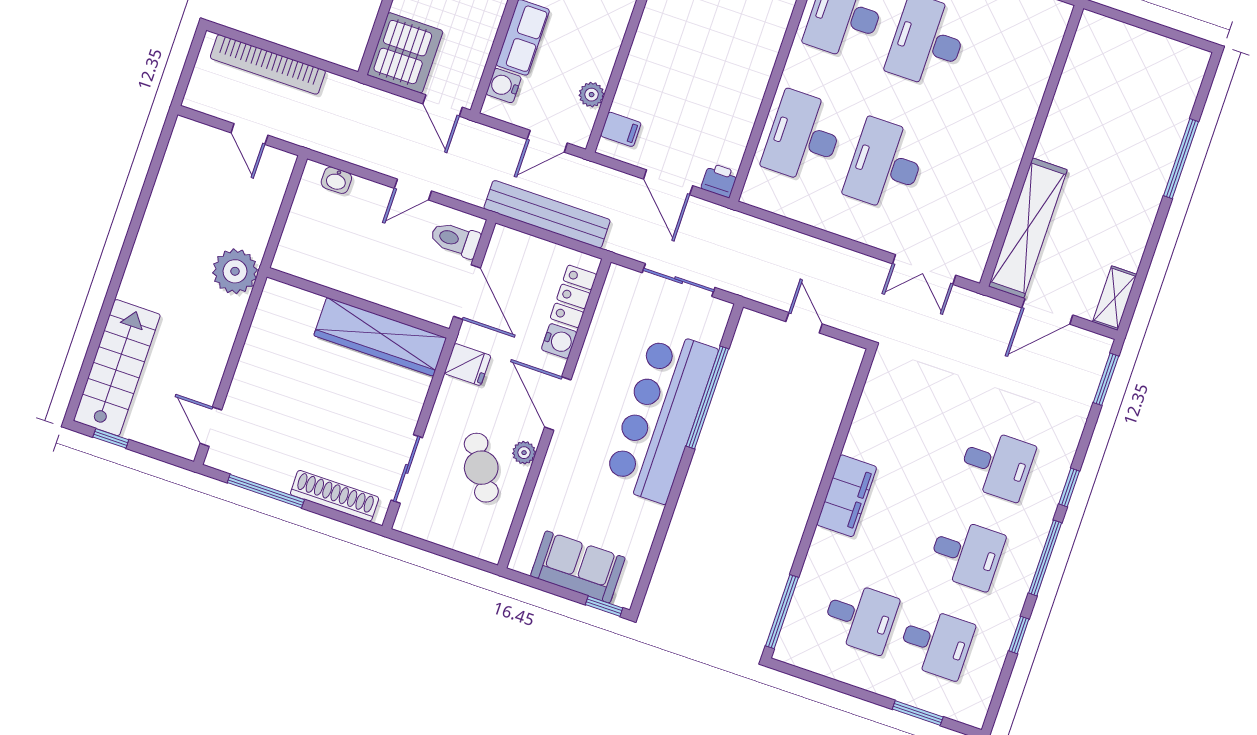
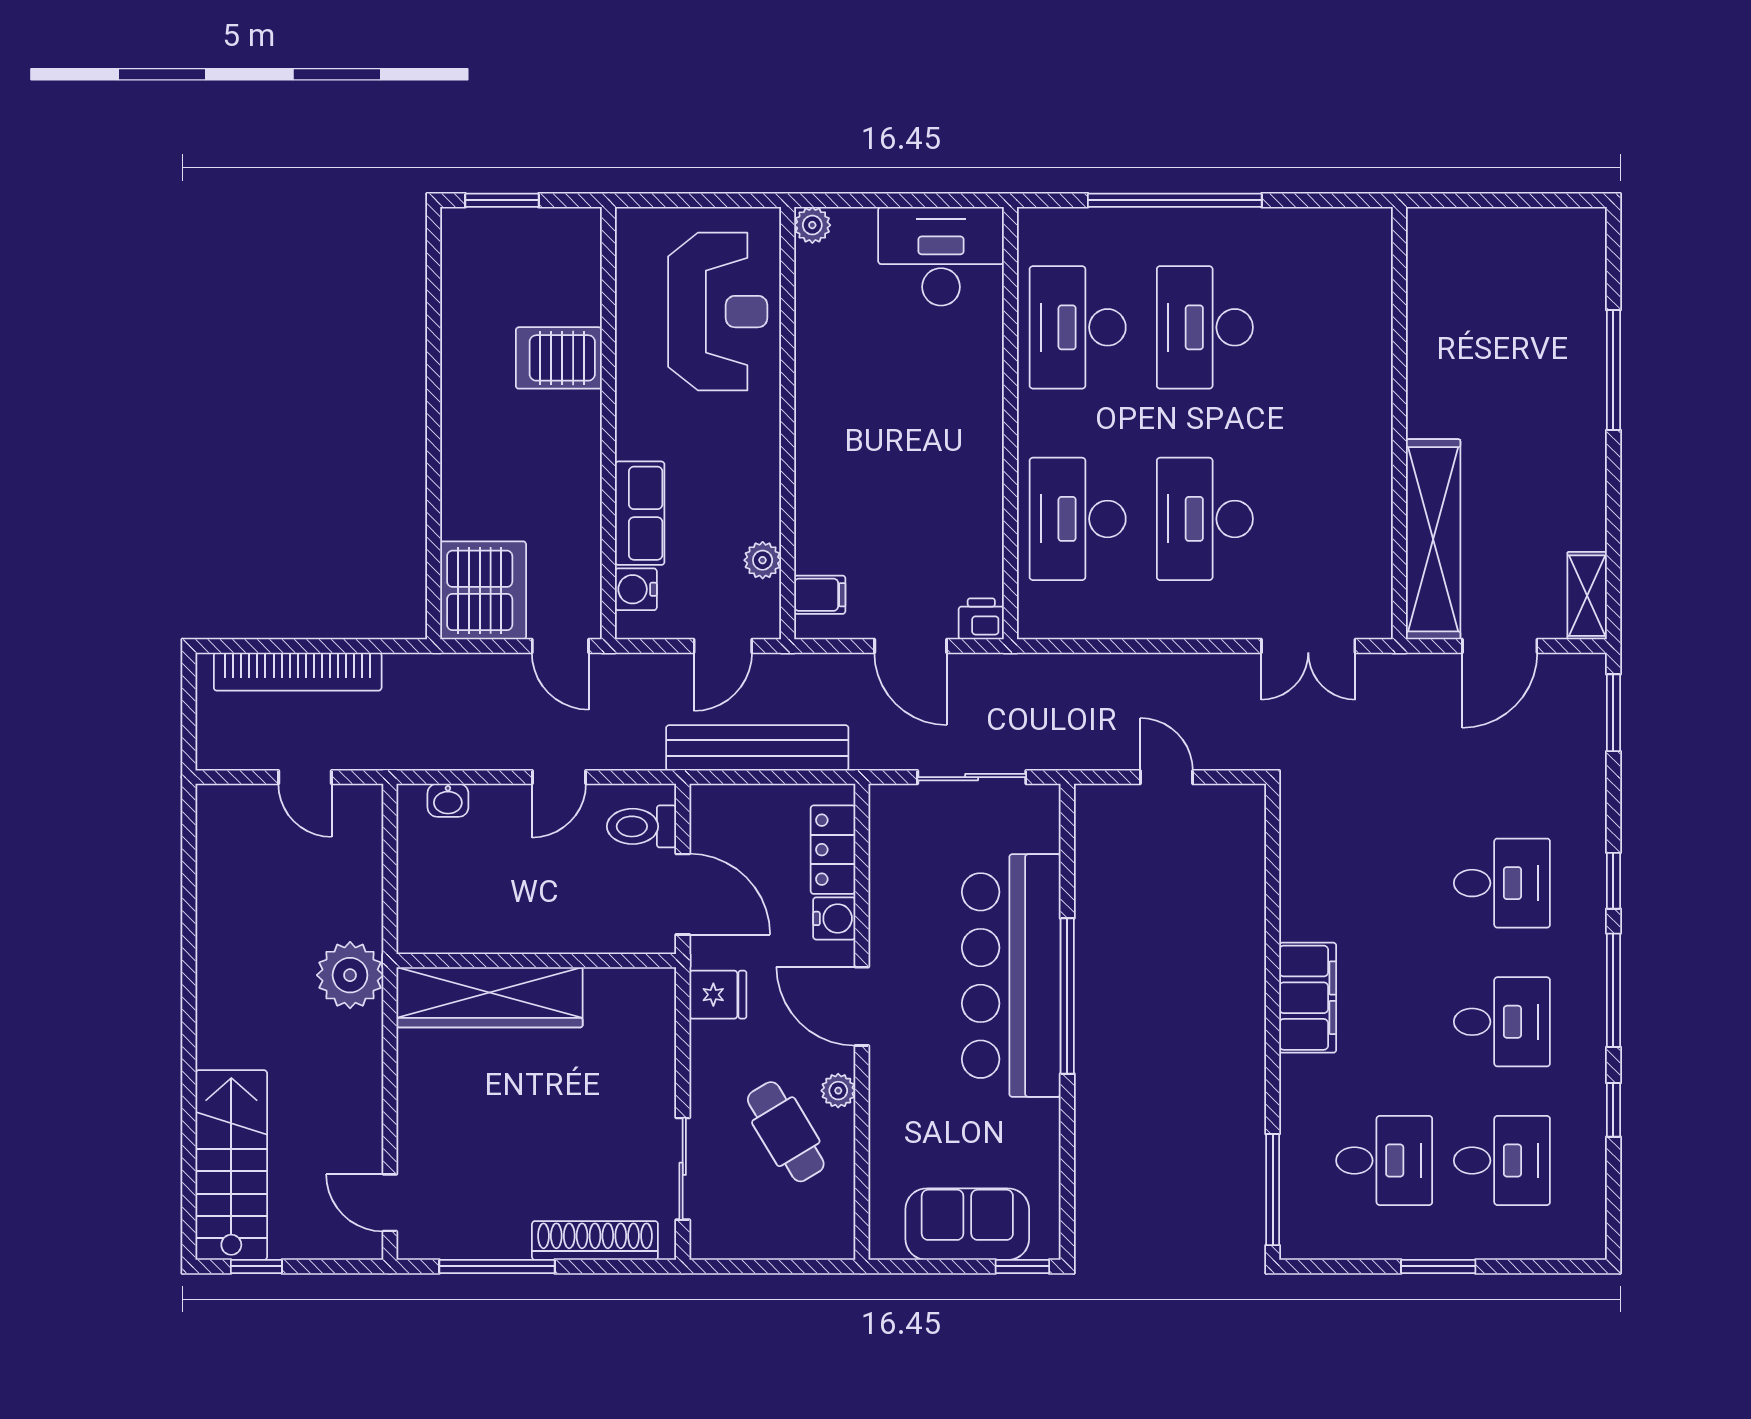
wardrobe: (380, 337) -> (490, 997), moved
window: (707, 397) -> (1067, 996), moved
window: (918, 713) -> (1438, 1266), moved

